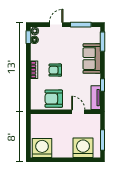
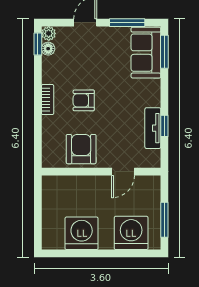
sofa: (92, 59) -> (146, 53), moved
tv unit: (96, 98) -> (153, 128), moved
armchair: (54, 99) -> (81, 149), turned 90
door: (78, 112) -> (123, 172), swing flipped
washing machine: (42, 148) -> (82, 233), moved

